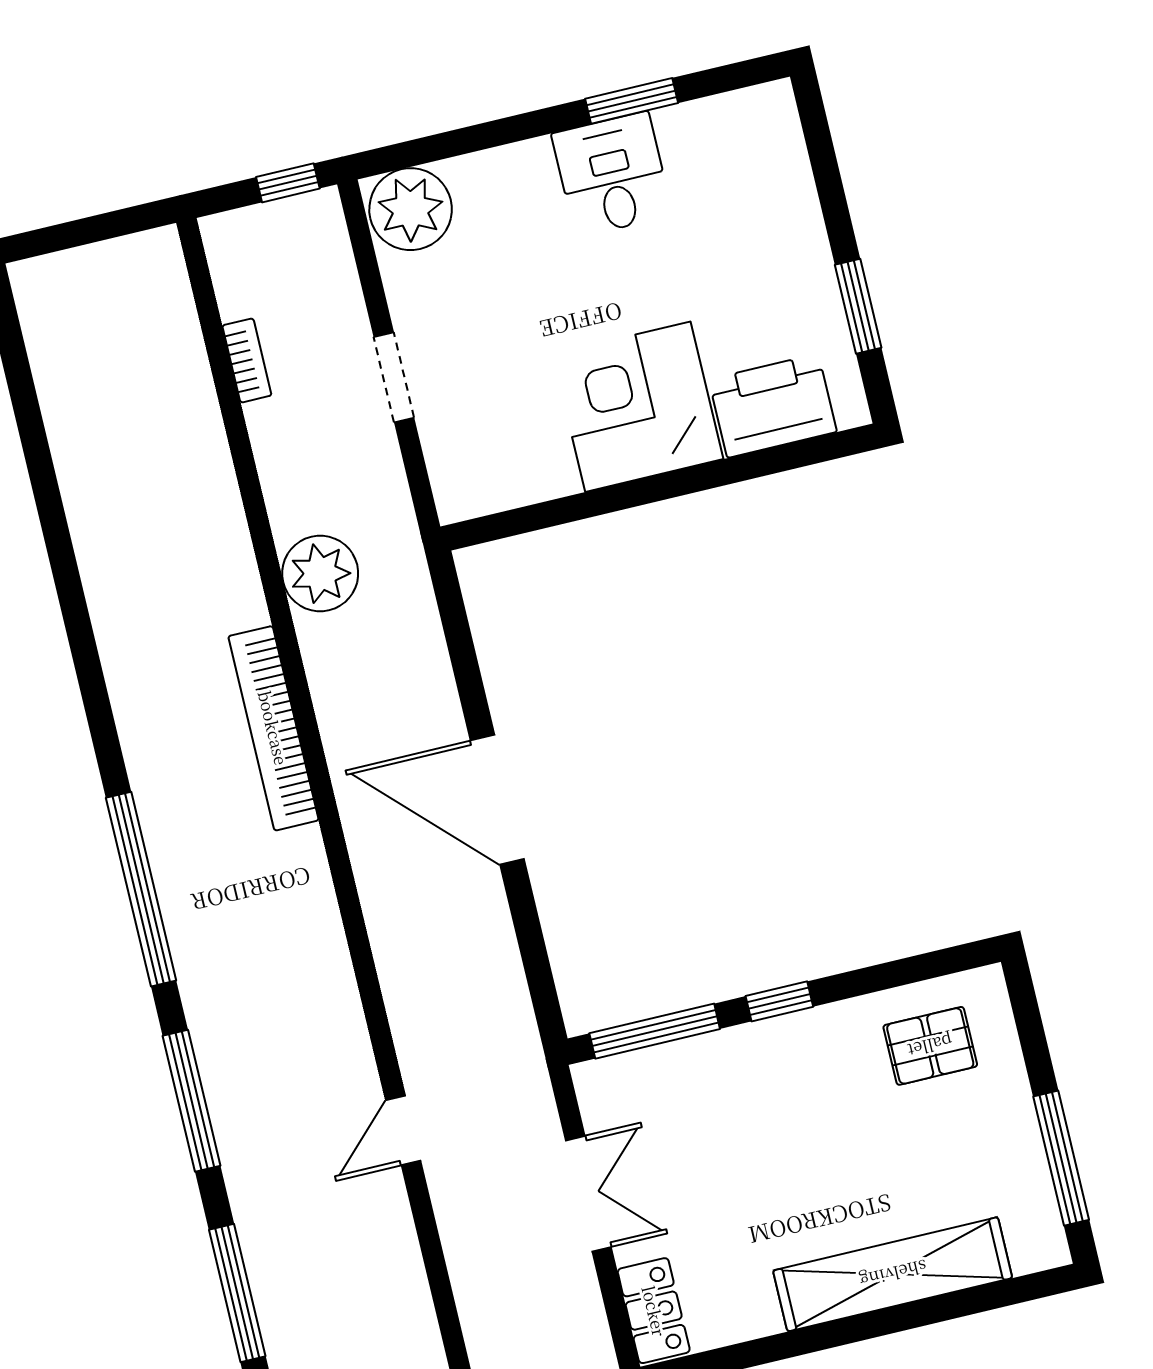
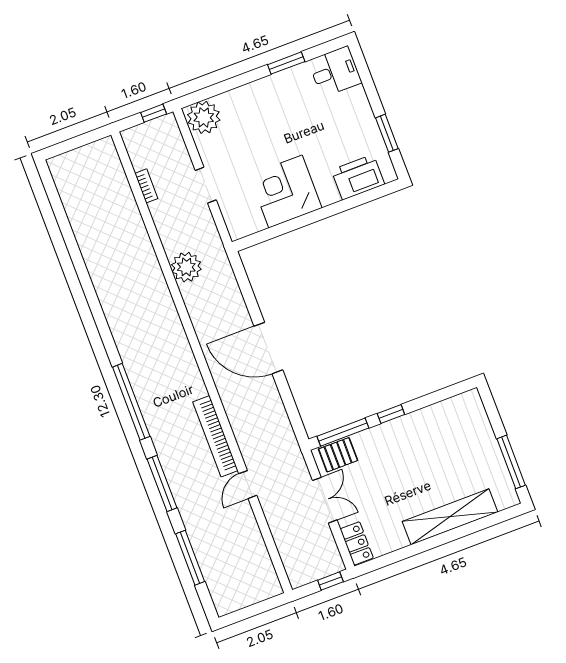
desk: (612, 174) -> (335, 72), moved, turned 90
corner desk: (638, 407) -> (285, 192), moved
bookcase: (273, 728) -> (215, 436), moved
pallet: (930, 1046) -> (338, 455), moved

